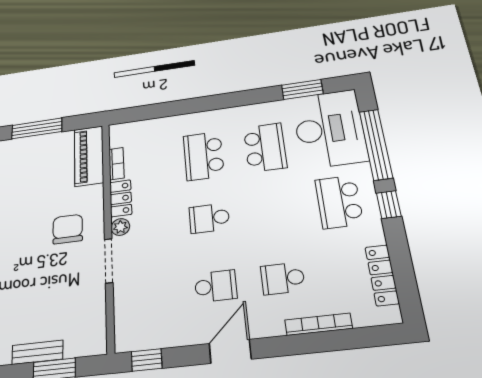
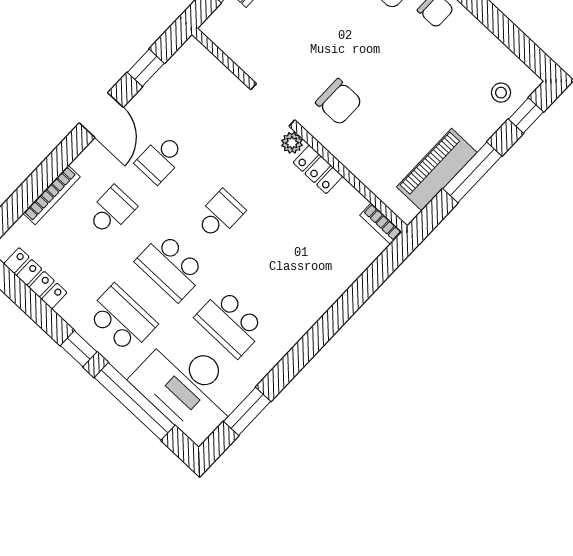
piano: (89, 156) -> (437, 170), moved, turned -90
school desk: (204, 156) -> (171, 267), moved, turned 180
bookcase: (117, 164) -> (381, 224), moved
window: (147, 360) -> (146, 68), moved

